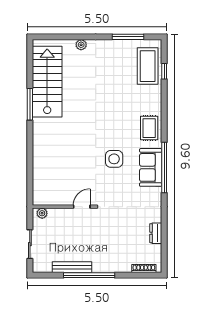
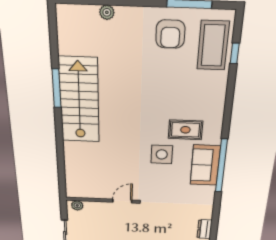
plant: (81, 45) -> (107, 12), moved
armchair: (116, 59) -> (170, 34), added
stairs: (47, 82) -> (79, 100), moved
rug: (149, 128) -> (185, 130), moved, turned 90

